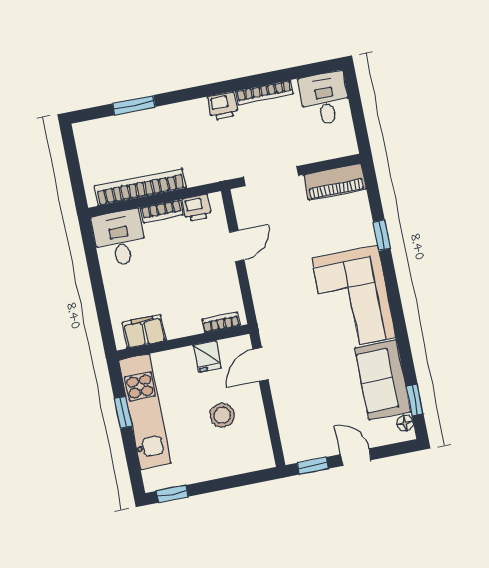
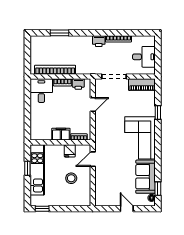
desk: (325, 98) -> (144, 57), moved, turned 90
filing cabinet: (144, 331) -> (61, 134), moved
window: (313, 466) -> (107, 209), removed

